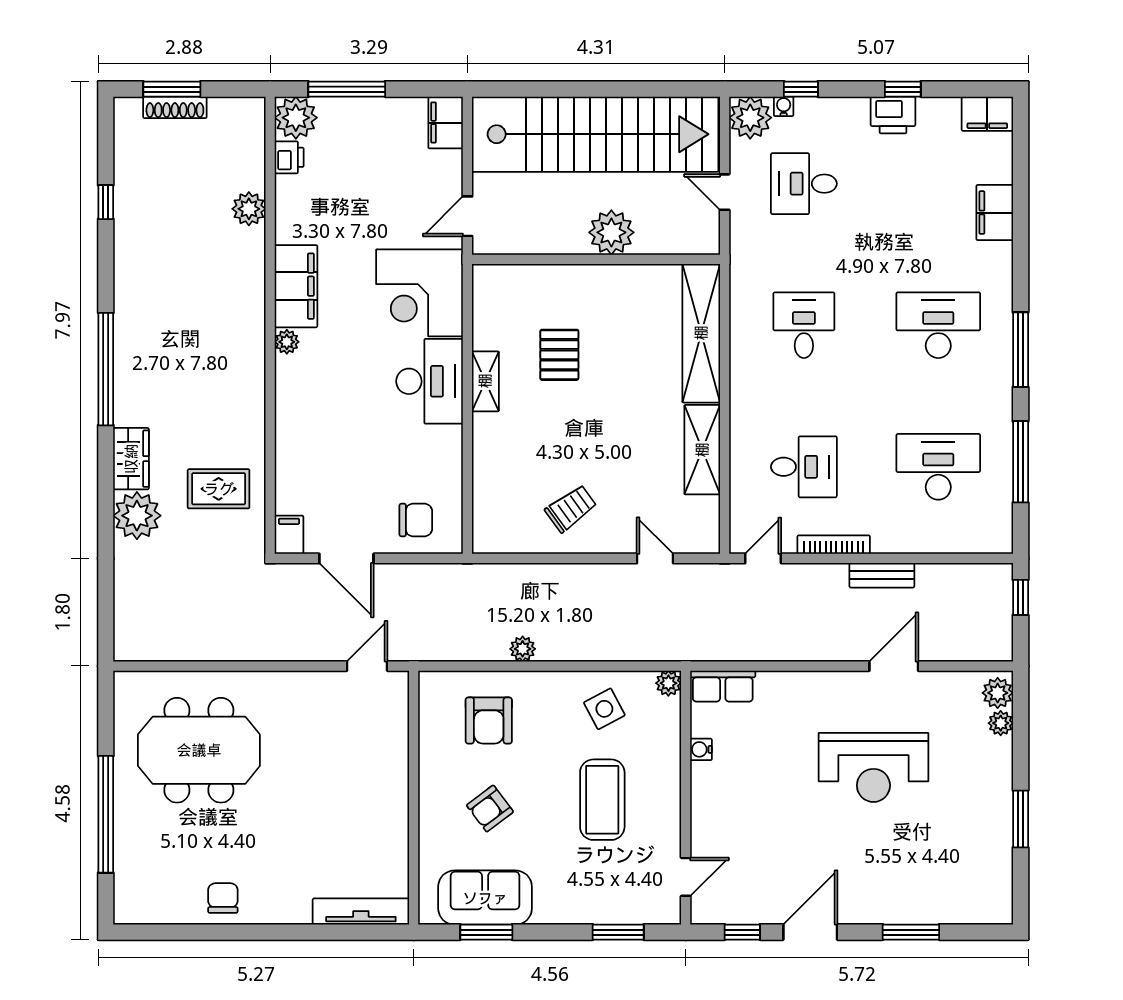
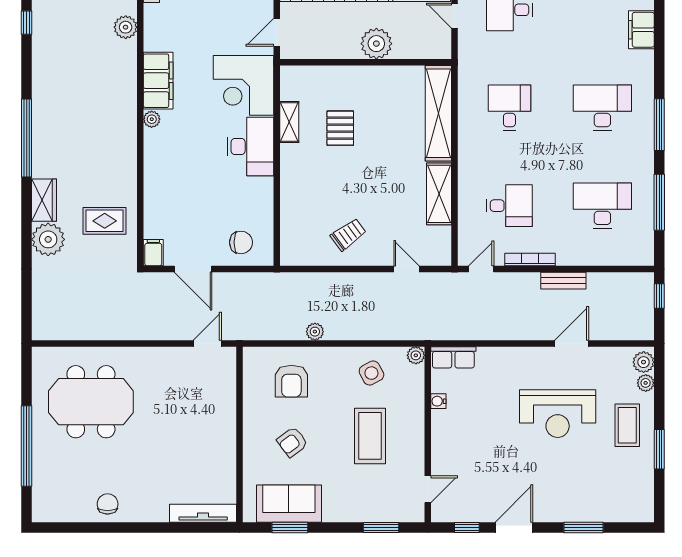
shelving: (485, 381) -> (289, 122), moved
coffee table: (974, 784) -> (627, 425), added

